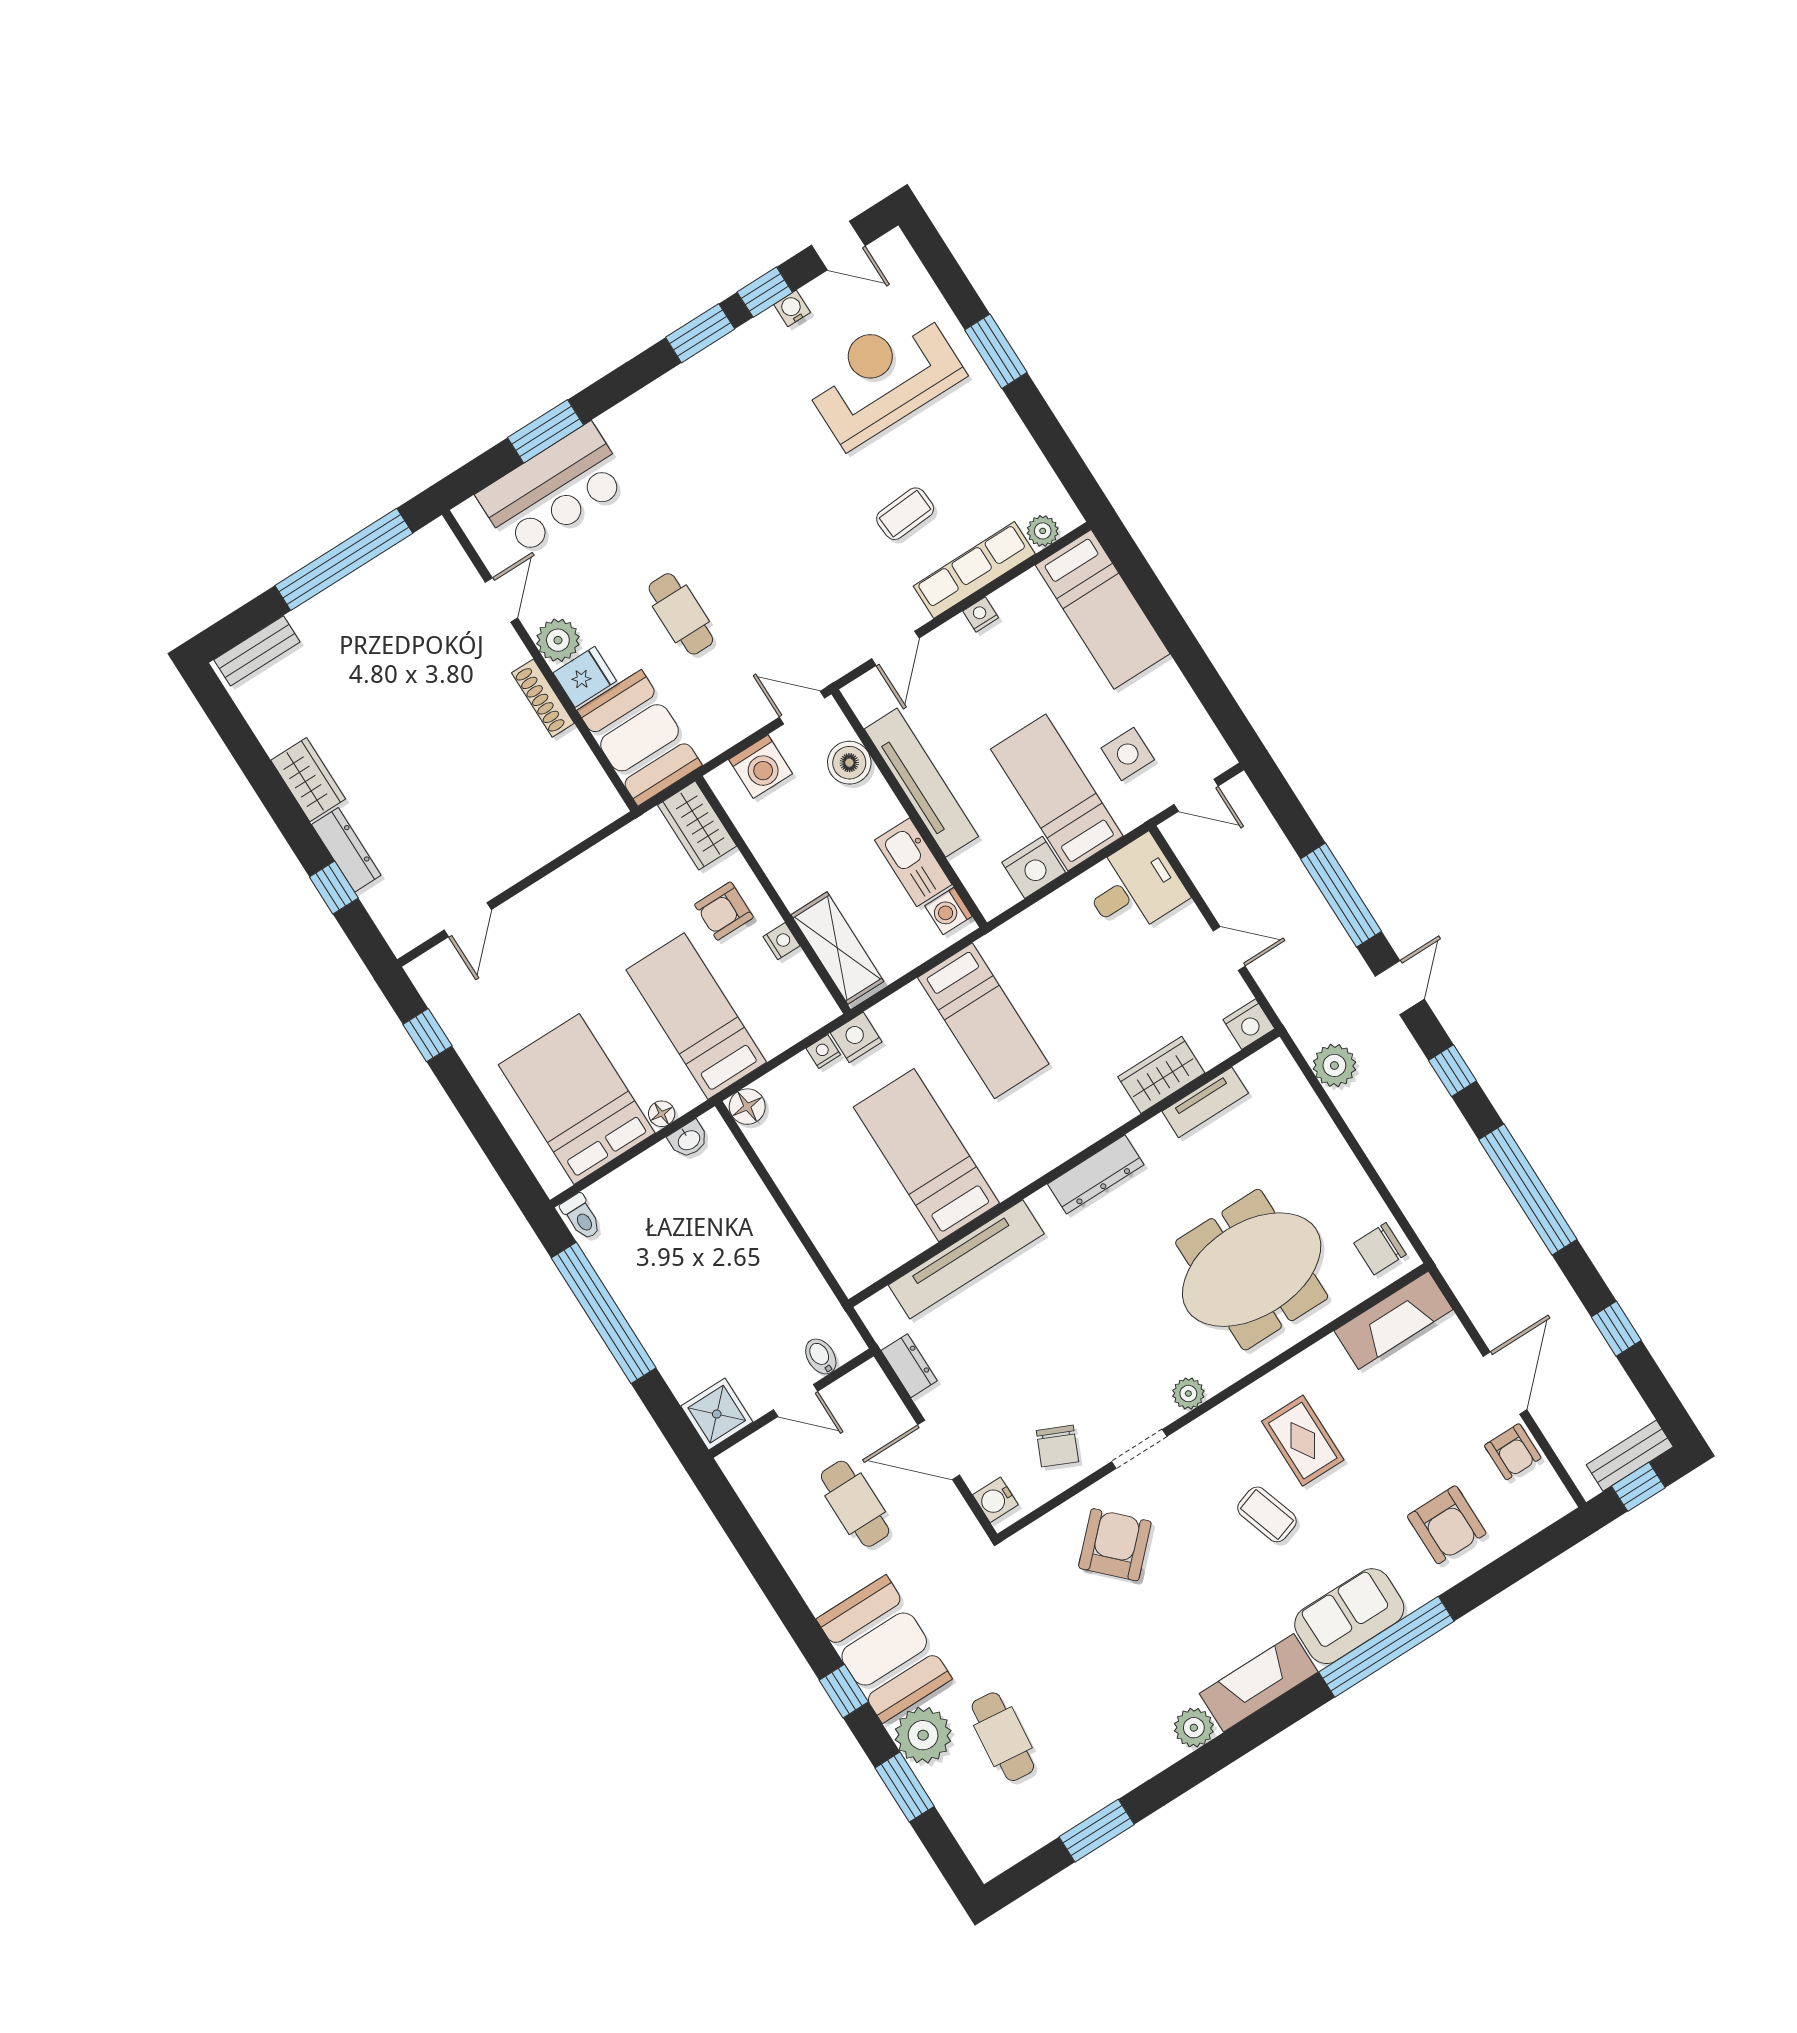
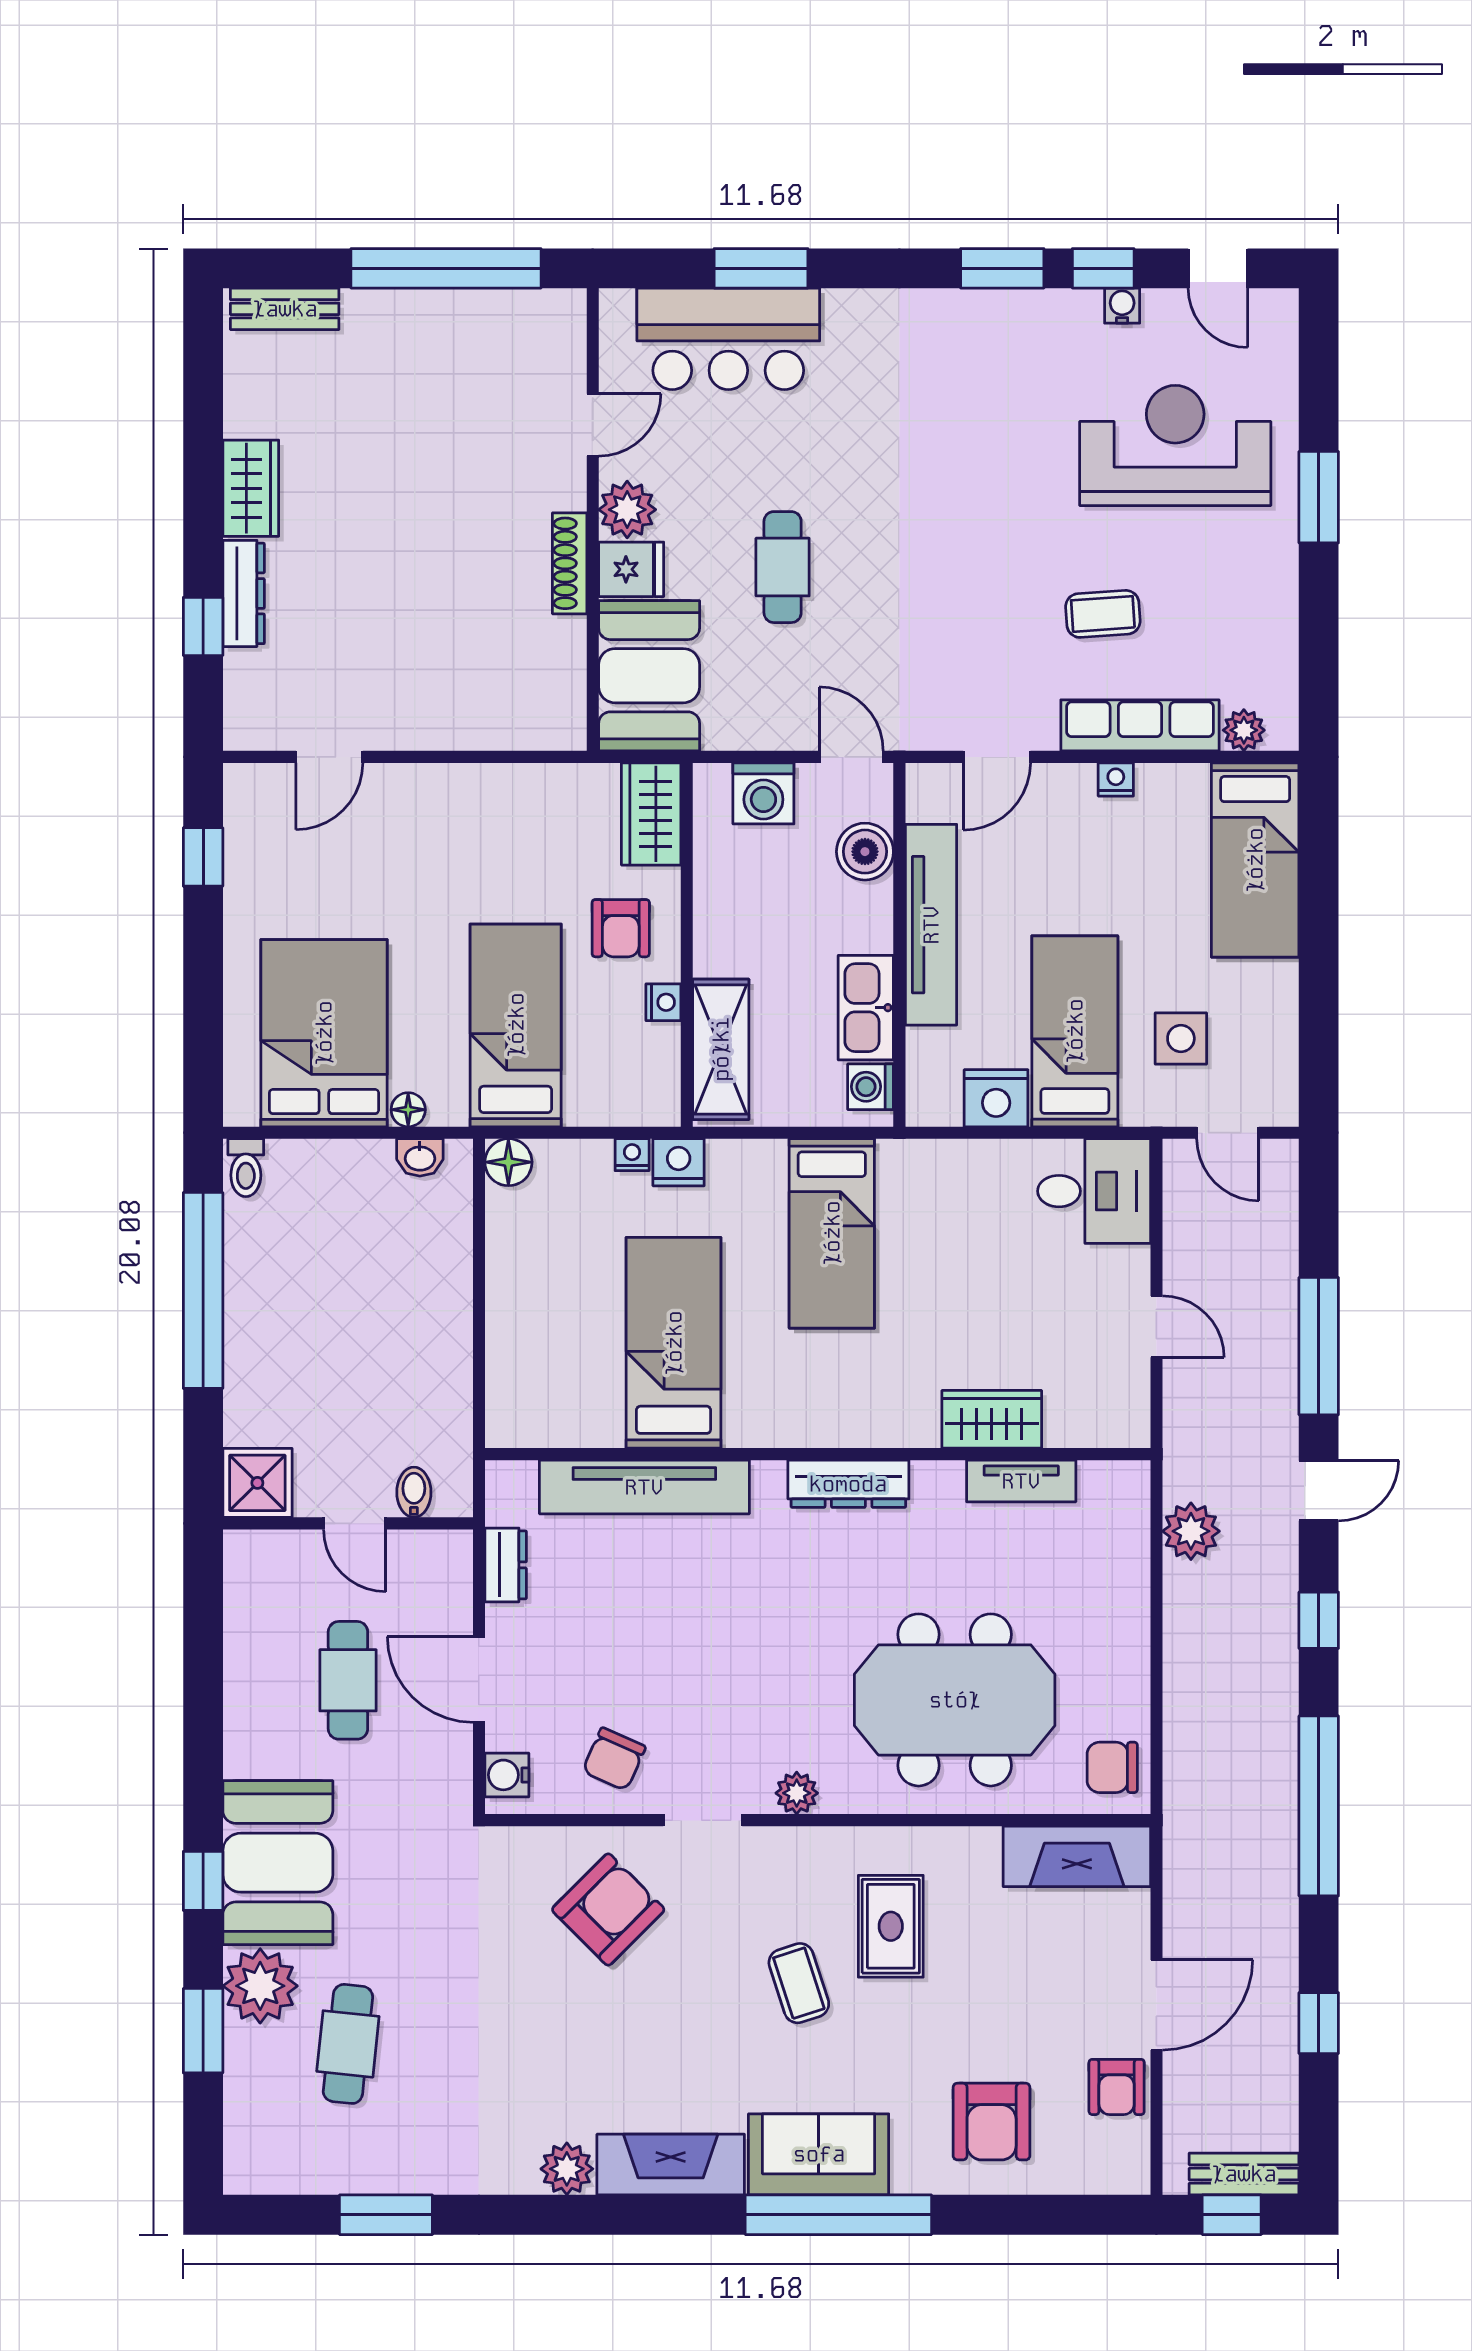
armchair: (724, 911) -> (621, 928), turned -90
nightstand: (1249, 1024) -> (1125, 1425), removed

